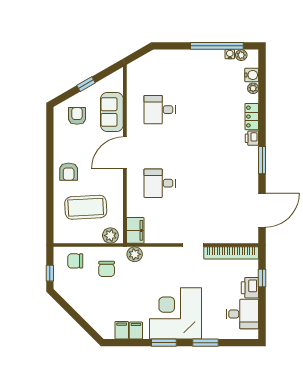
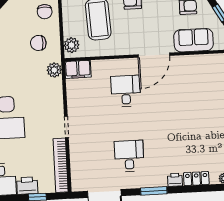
desk: (160, 110) -> (129, 156), moved
door: (125, 153) -> (154, 55), swing flipped
chair: (75, 261) -> (45, 12), turned 180

